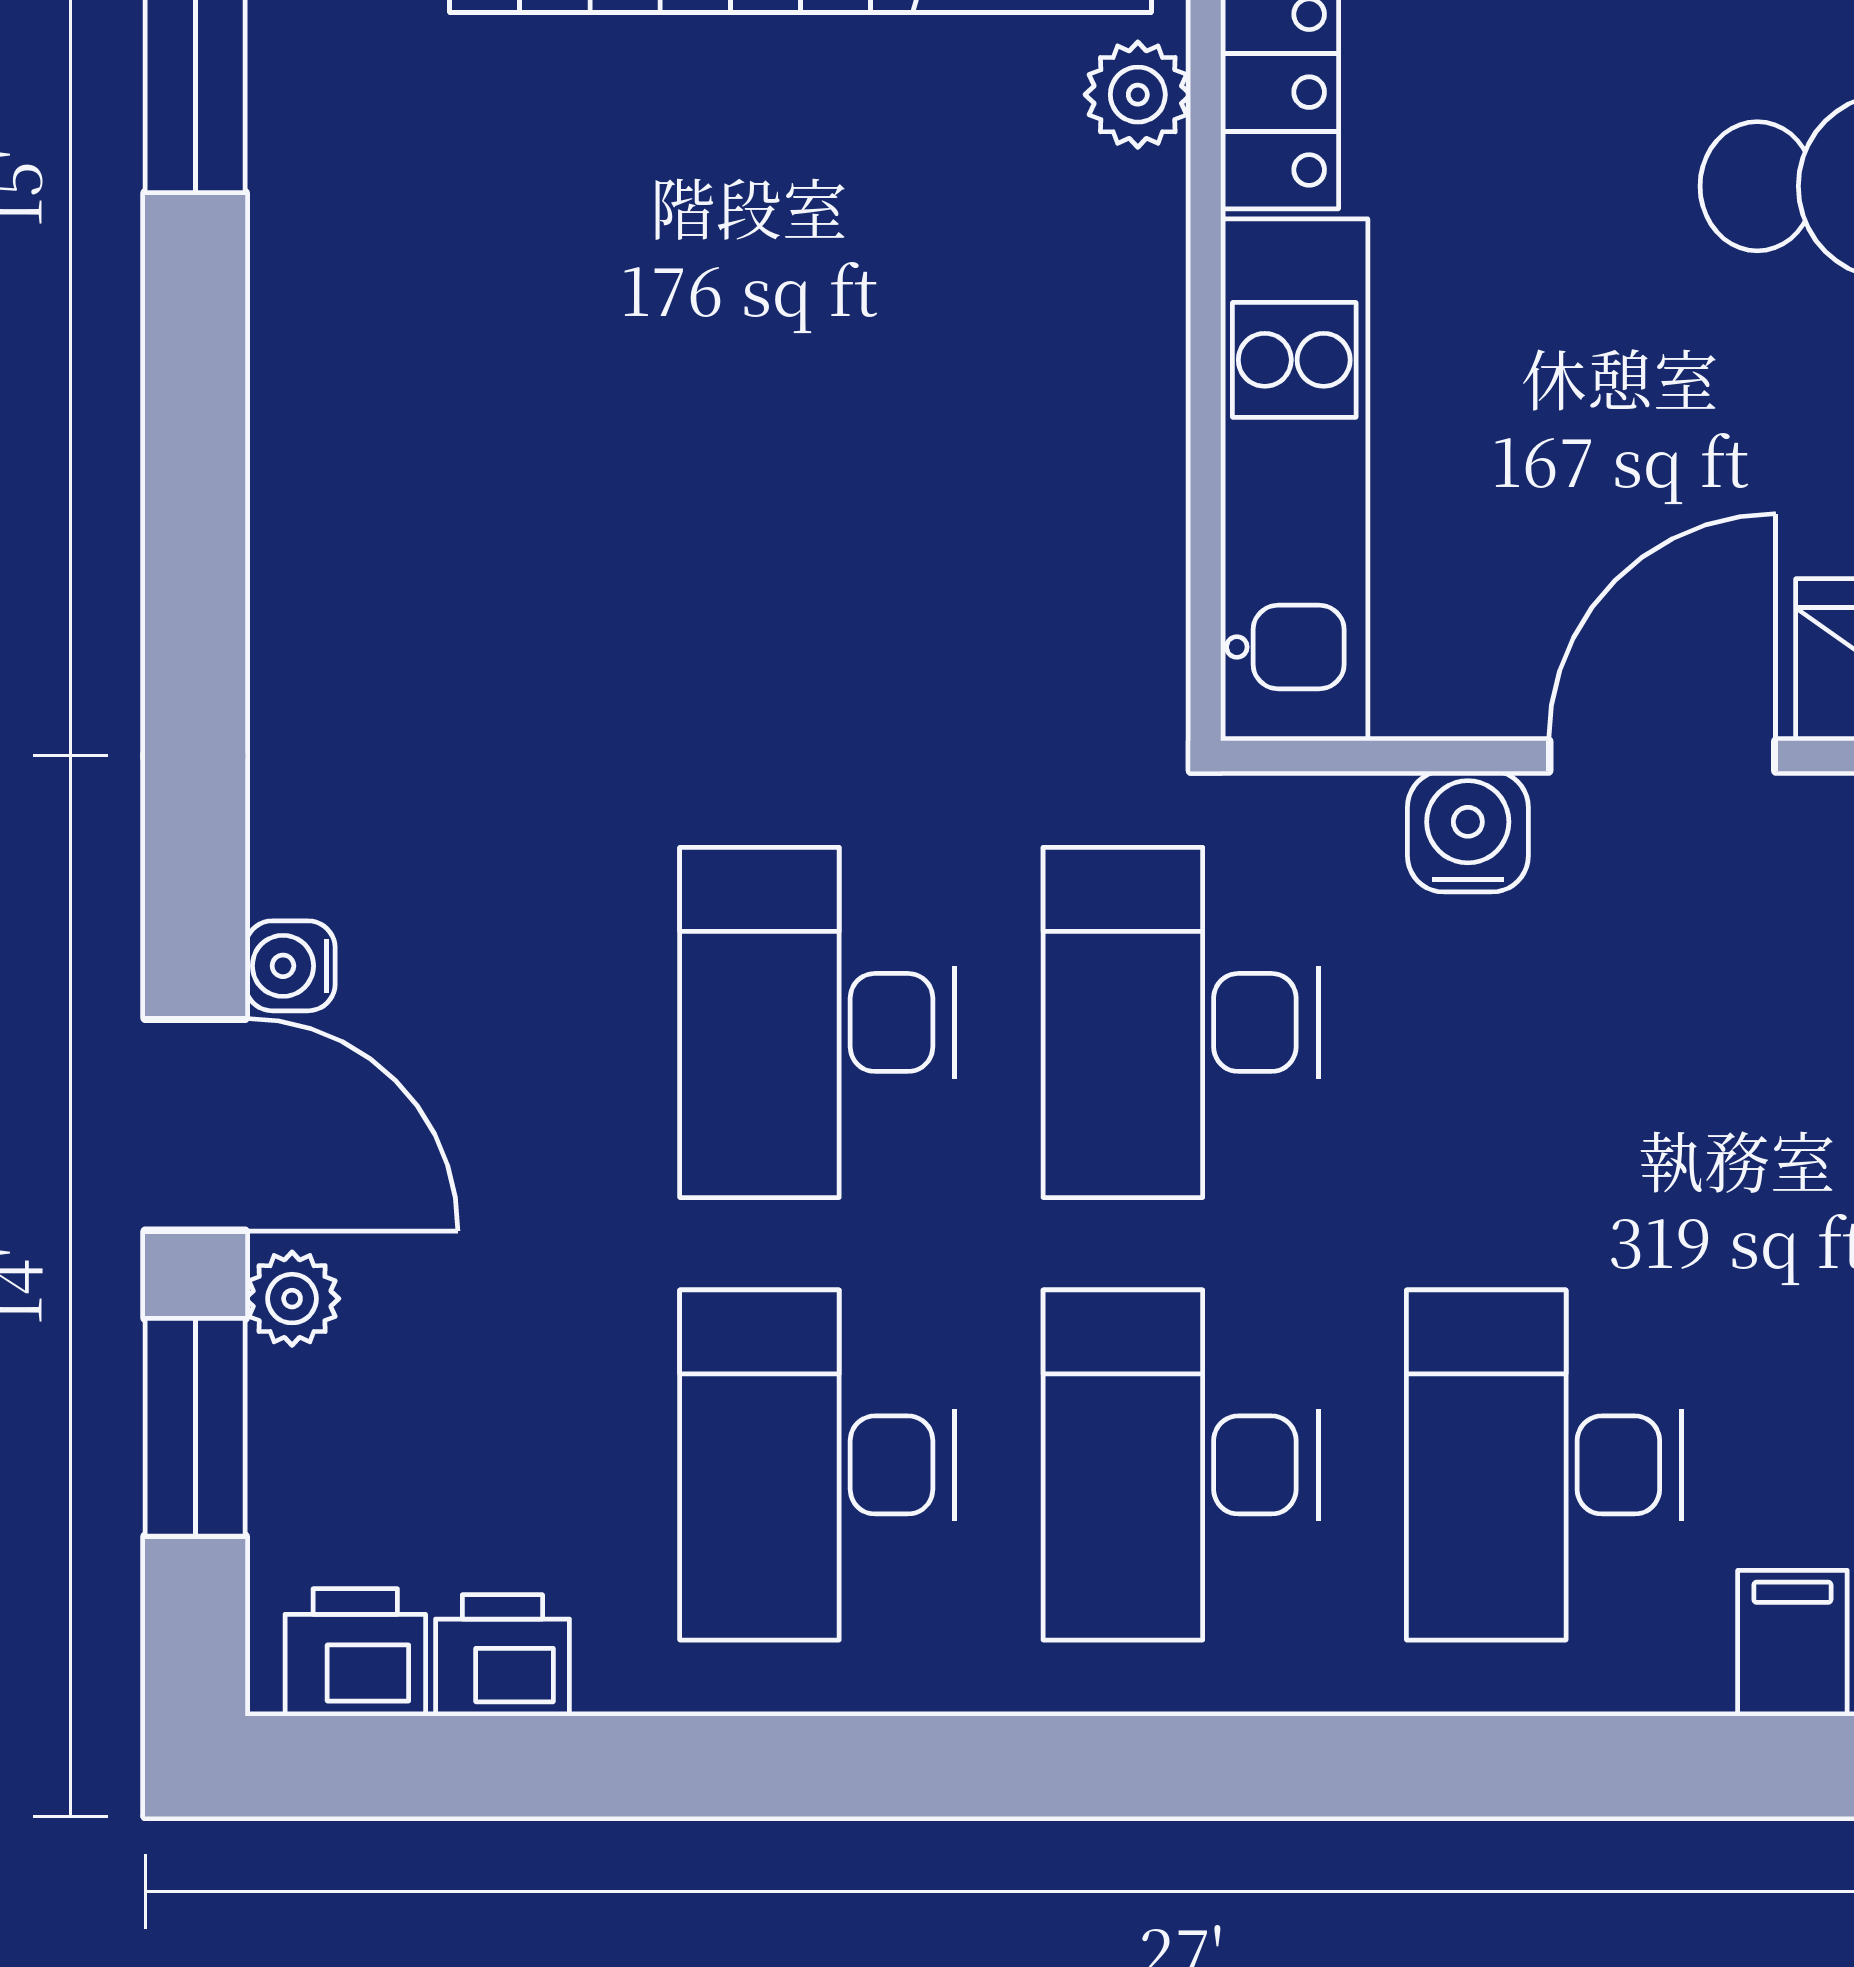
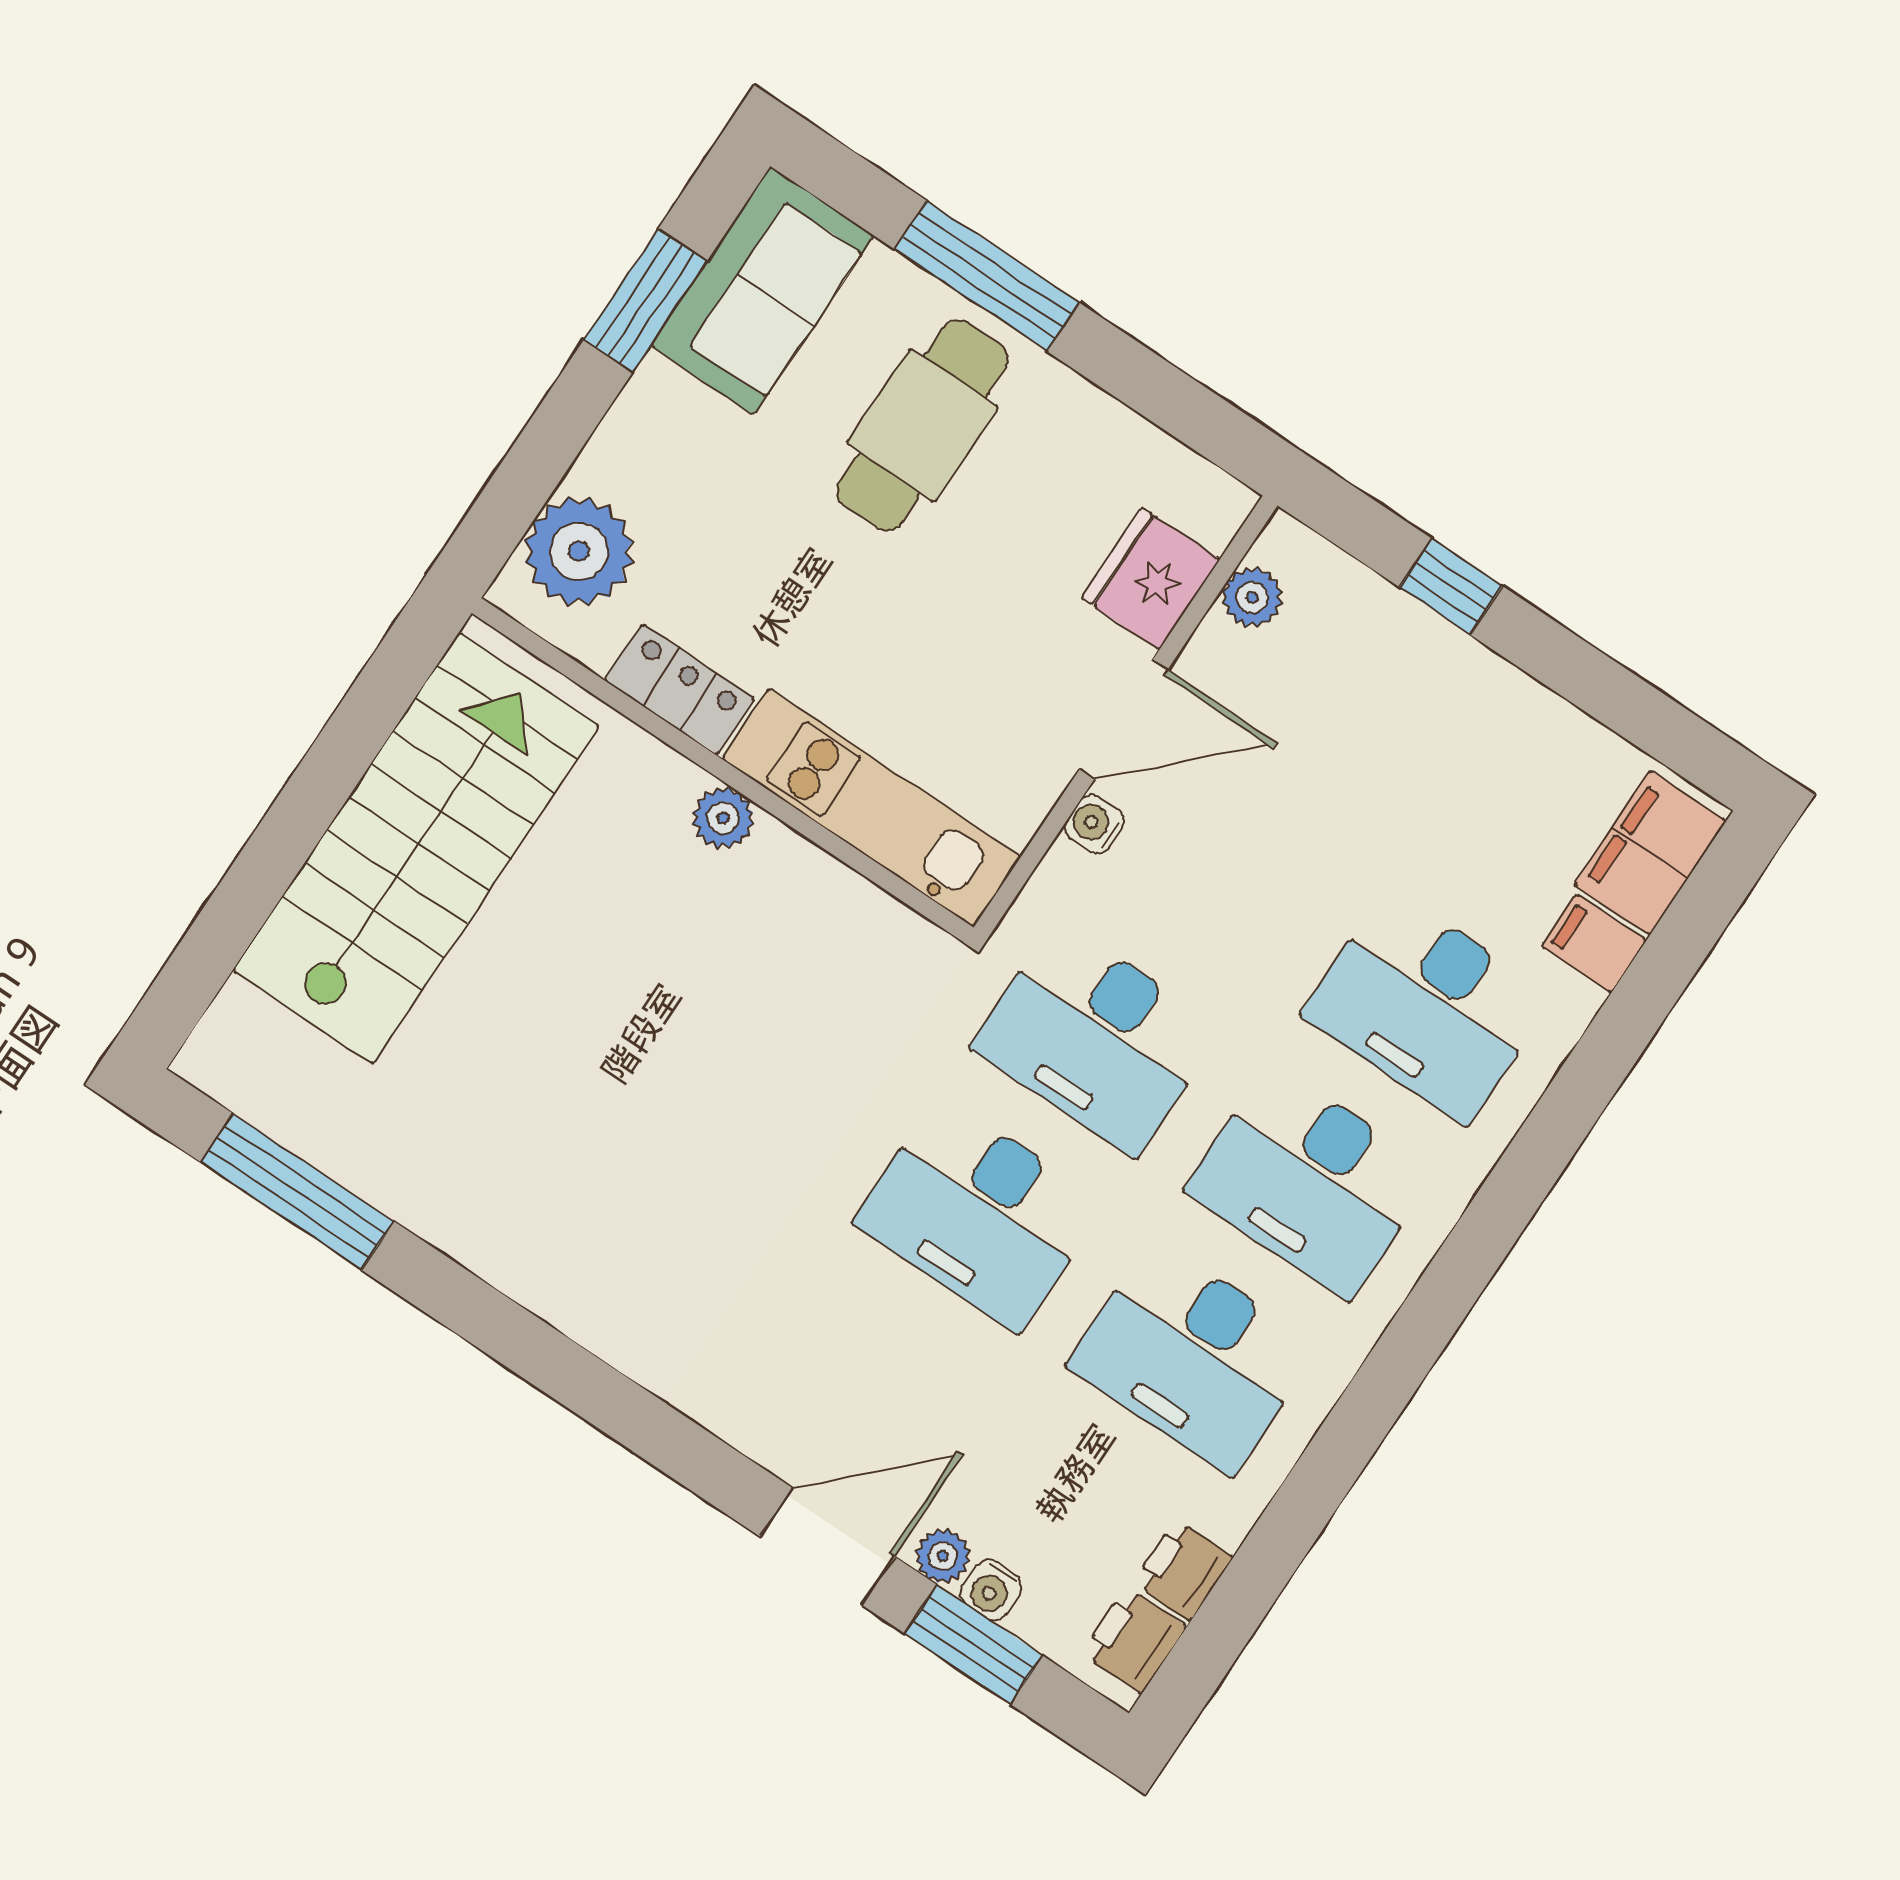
plant: (1138, 95) -> (723, 818), moved
door: (1662, 756) -> (1123, 720), swing flipped
water cooler: (1468, 831) -> (1094, 824), width x0.72, depth x0.72
water cooler: (290, 966) -> (991, 1590), moved

